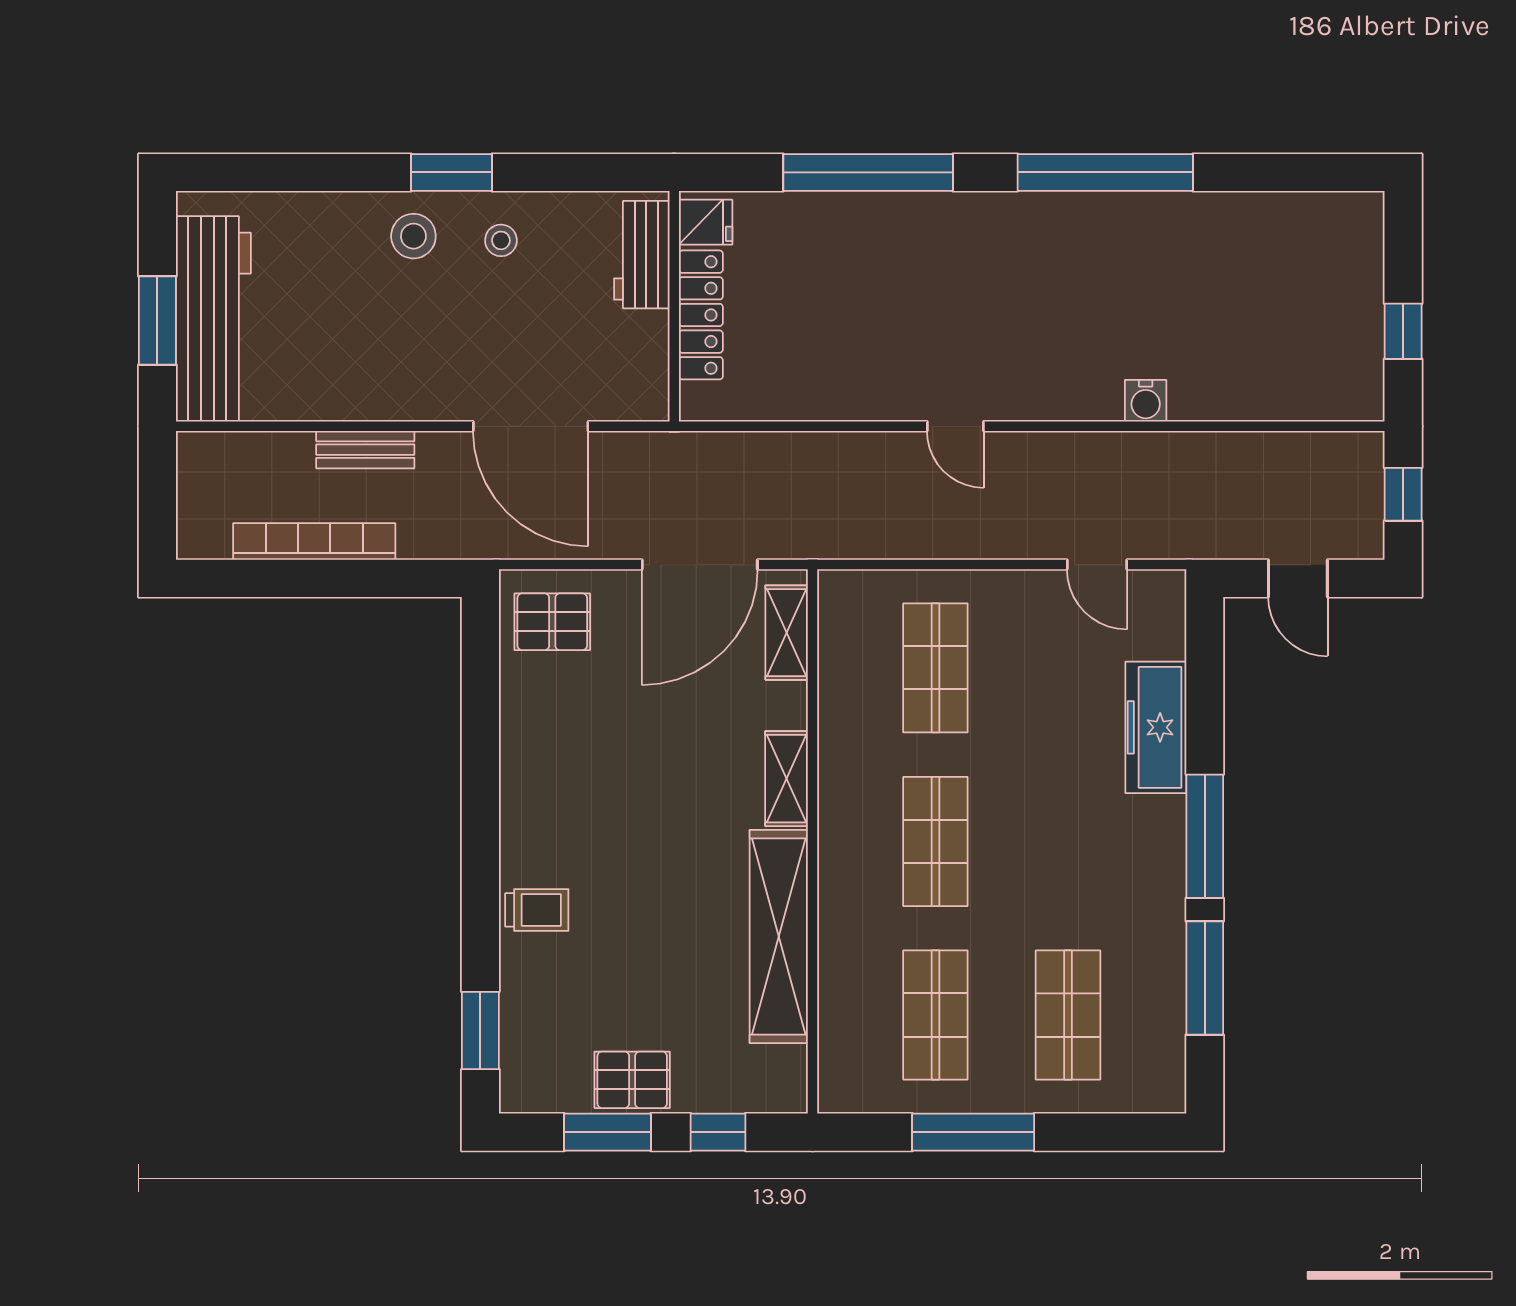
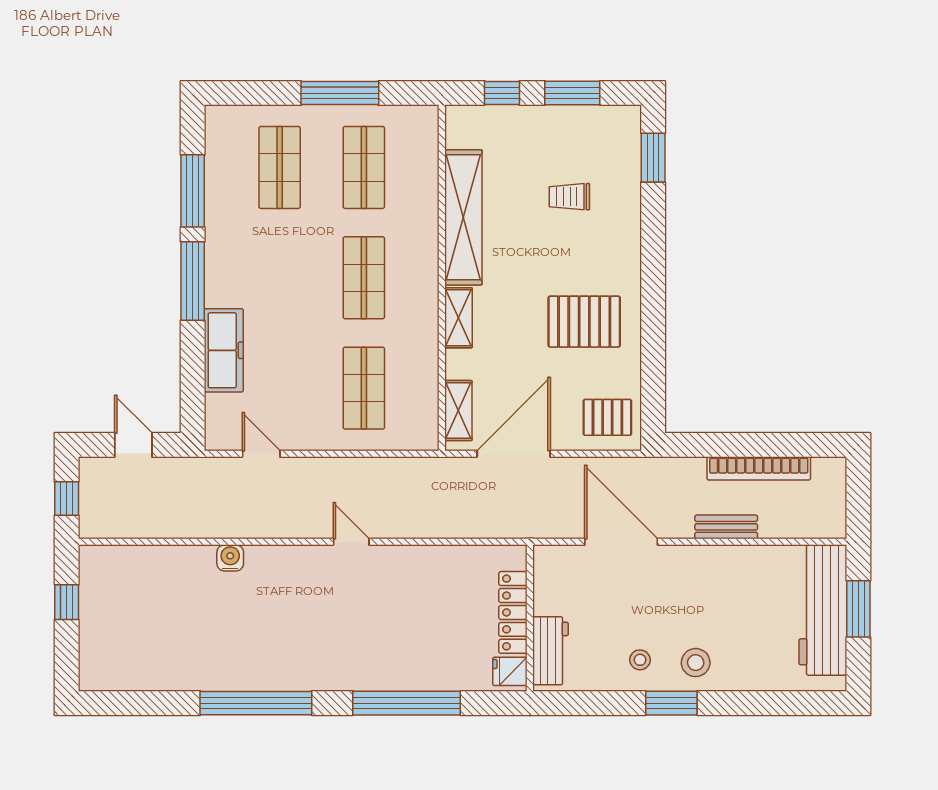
trolley: (537, 910) -> (569, 197), moved
pallet: (632, 1080) -> (584, 322), moved, width x1.50, depth x1.42

